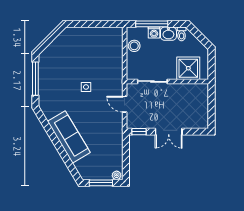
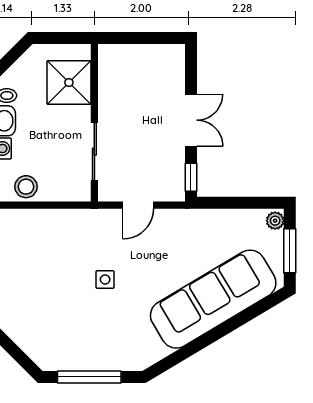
sofa: (69, 137) -> (213, 299), width x1.36, depth x1.27

